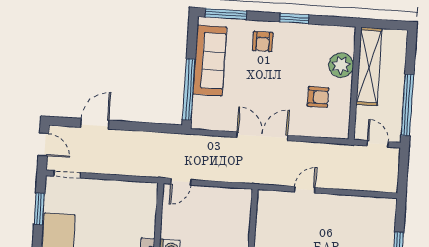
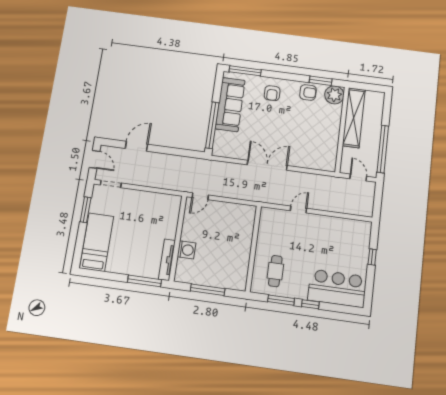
window: (294, 18) -> (321, 81), moved
plant: (341, 65) -> (334, 95), moved
armchair: (318, 97) -> (308, 92), moved

